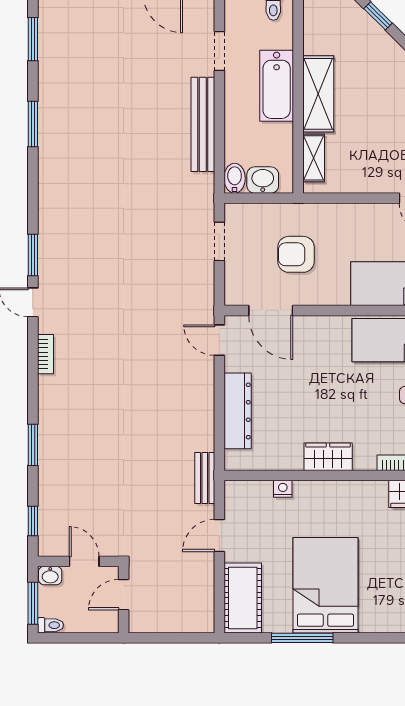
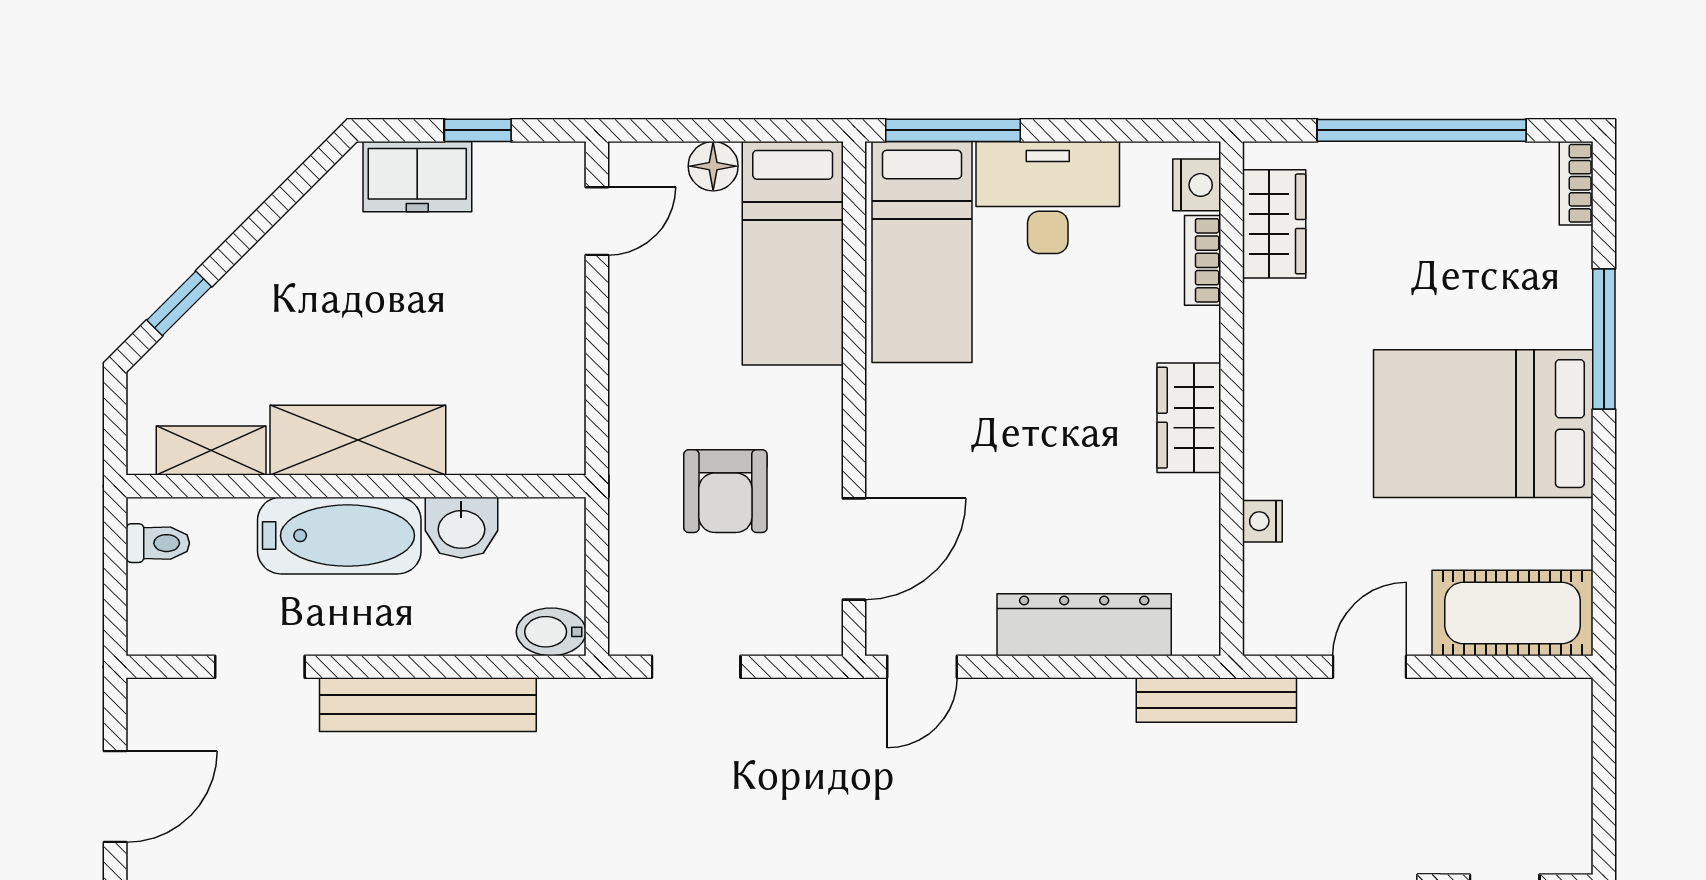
shelving: (314, 158) -> (211, 451), moved
washbasin: (263, 180) -> (461, 528), moved, turned -90
bench: (205, 478) -> (1216, 700), width x1.36
door: (219, 536) -> (1369, 667), swing flipped
window: (302, 638) -> (1604, 339), moved

